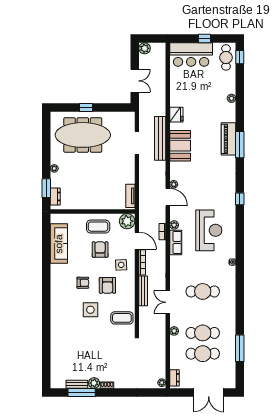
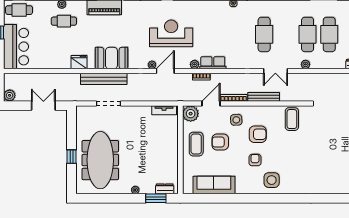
cafe table: (215, 100) -> (64, 21), added
reception desk: (209, 230) -> (171, 33), moved
side table: (90, 310) -> (272, 180), moved

